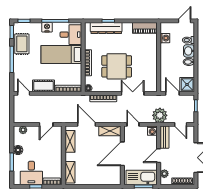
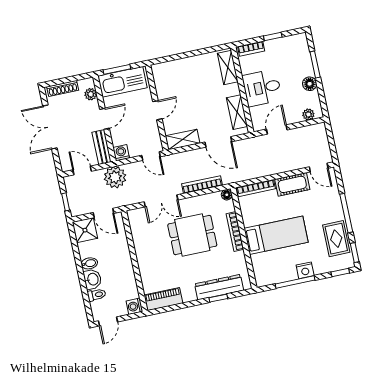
desk: (71, 35) -> (268, 267), removed
washing machine: (165, 38) -> (134, 306), moved
door: (122, 154) -> (157, 110), width x0.53
desk: (31, 173) -> (262, 88), moved, turned -90

